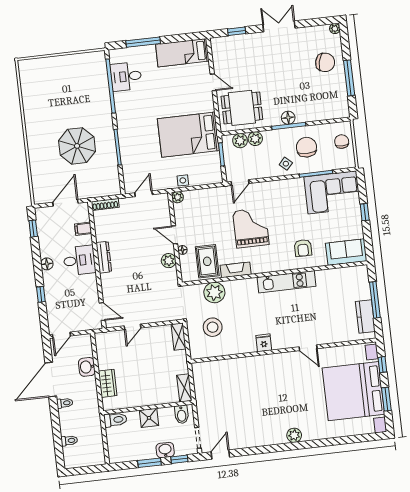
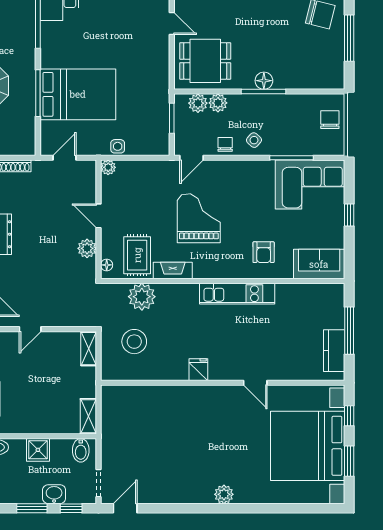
bed: (188, 135) -> (78, 94), moved, turned 180
chair: (306, 147) -> (225, 144), moved, width x0.54, depth x0.54
floor lamp: (182, 250) -> (107, 265), moved

